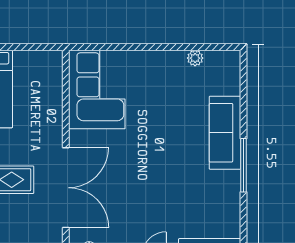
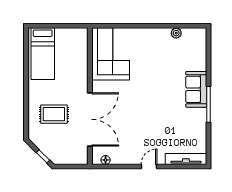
sofa: (225, 133) -> (196, 89), width x0.73

